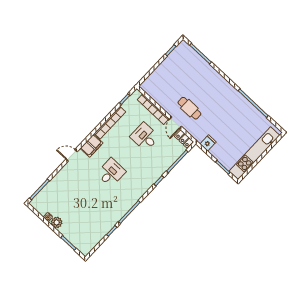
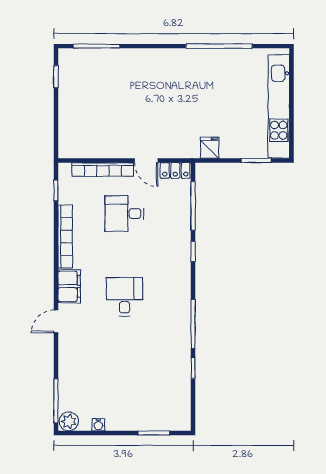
cafe table: (189, 108) -> (146, 126), removed
plant: (57, 222) -> (69, 421), moved

